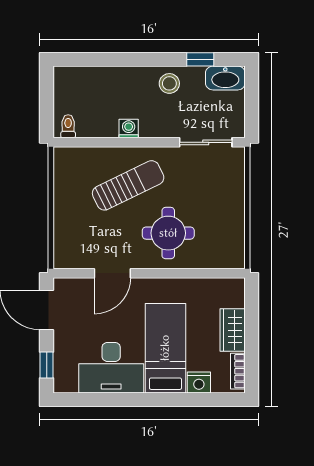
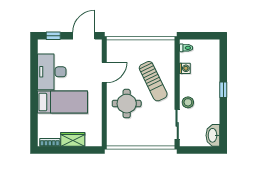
window: (200, 59) -> (223, 90), moved
stool: (169, 83) -> (188, 102), moved
washing machine: (129, 129) -> (185, 68), moved
door: (112, 273) -> (104, 72), swing flipped
nightstand: (199, 383) -> (43, 121), removed

